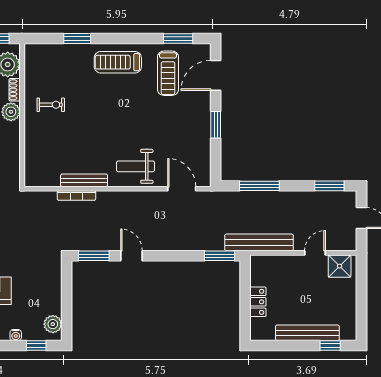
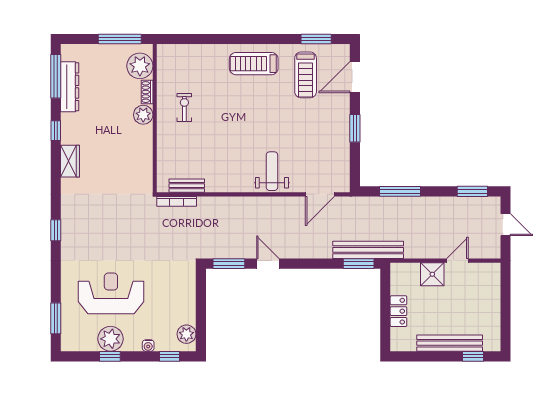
window: (77, 38) -> (212, 39), removed
exercise bike: (51, 105) -> (184, 108), turned -90
weight bench: (135, 166) -> (272, 171), turned 90
bench: (84, 180) -> (187, 186), moved, width x0.73
door: (182, 189) -> (320, 194), swing flipped
bookcase: (77, 196) -> (177, 201), moved
bench: (259, 242) -> (368, 250), moved
shower: (340, 266) -> (432, 274), moved

